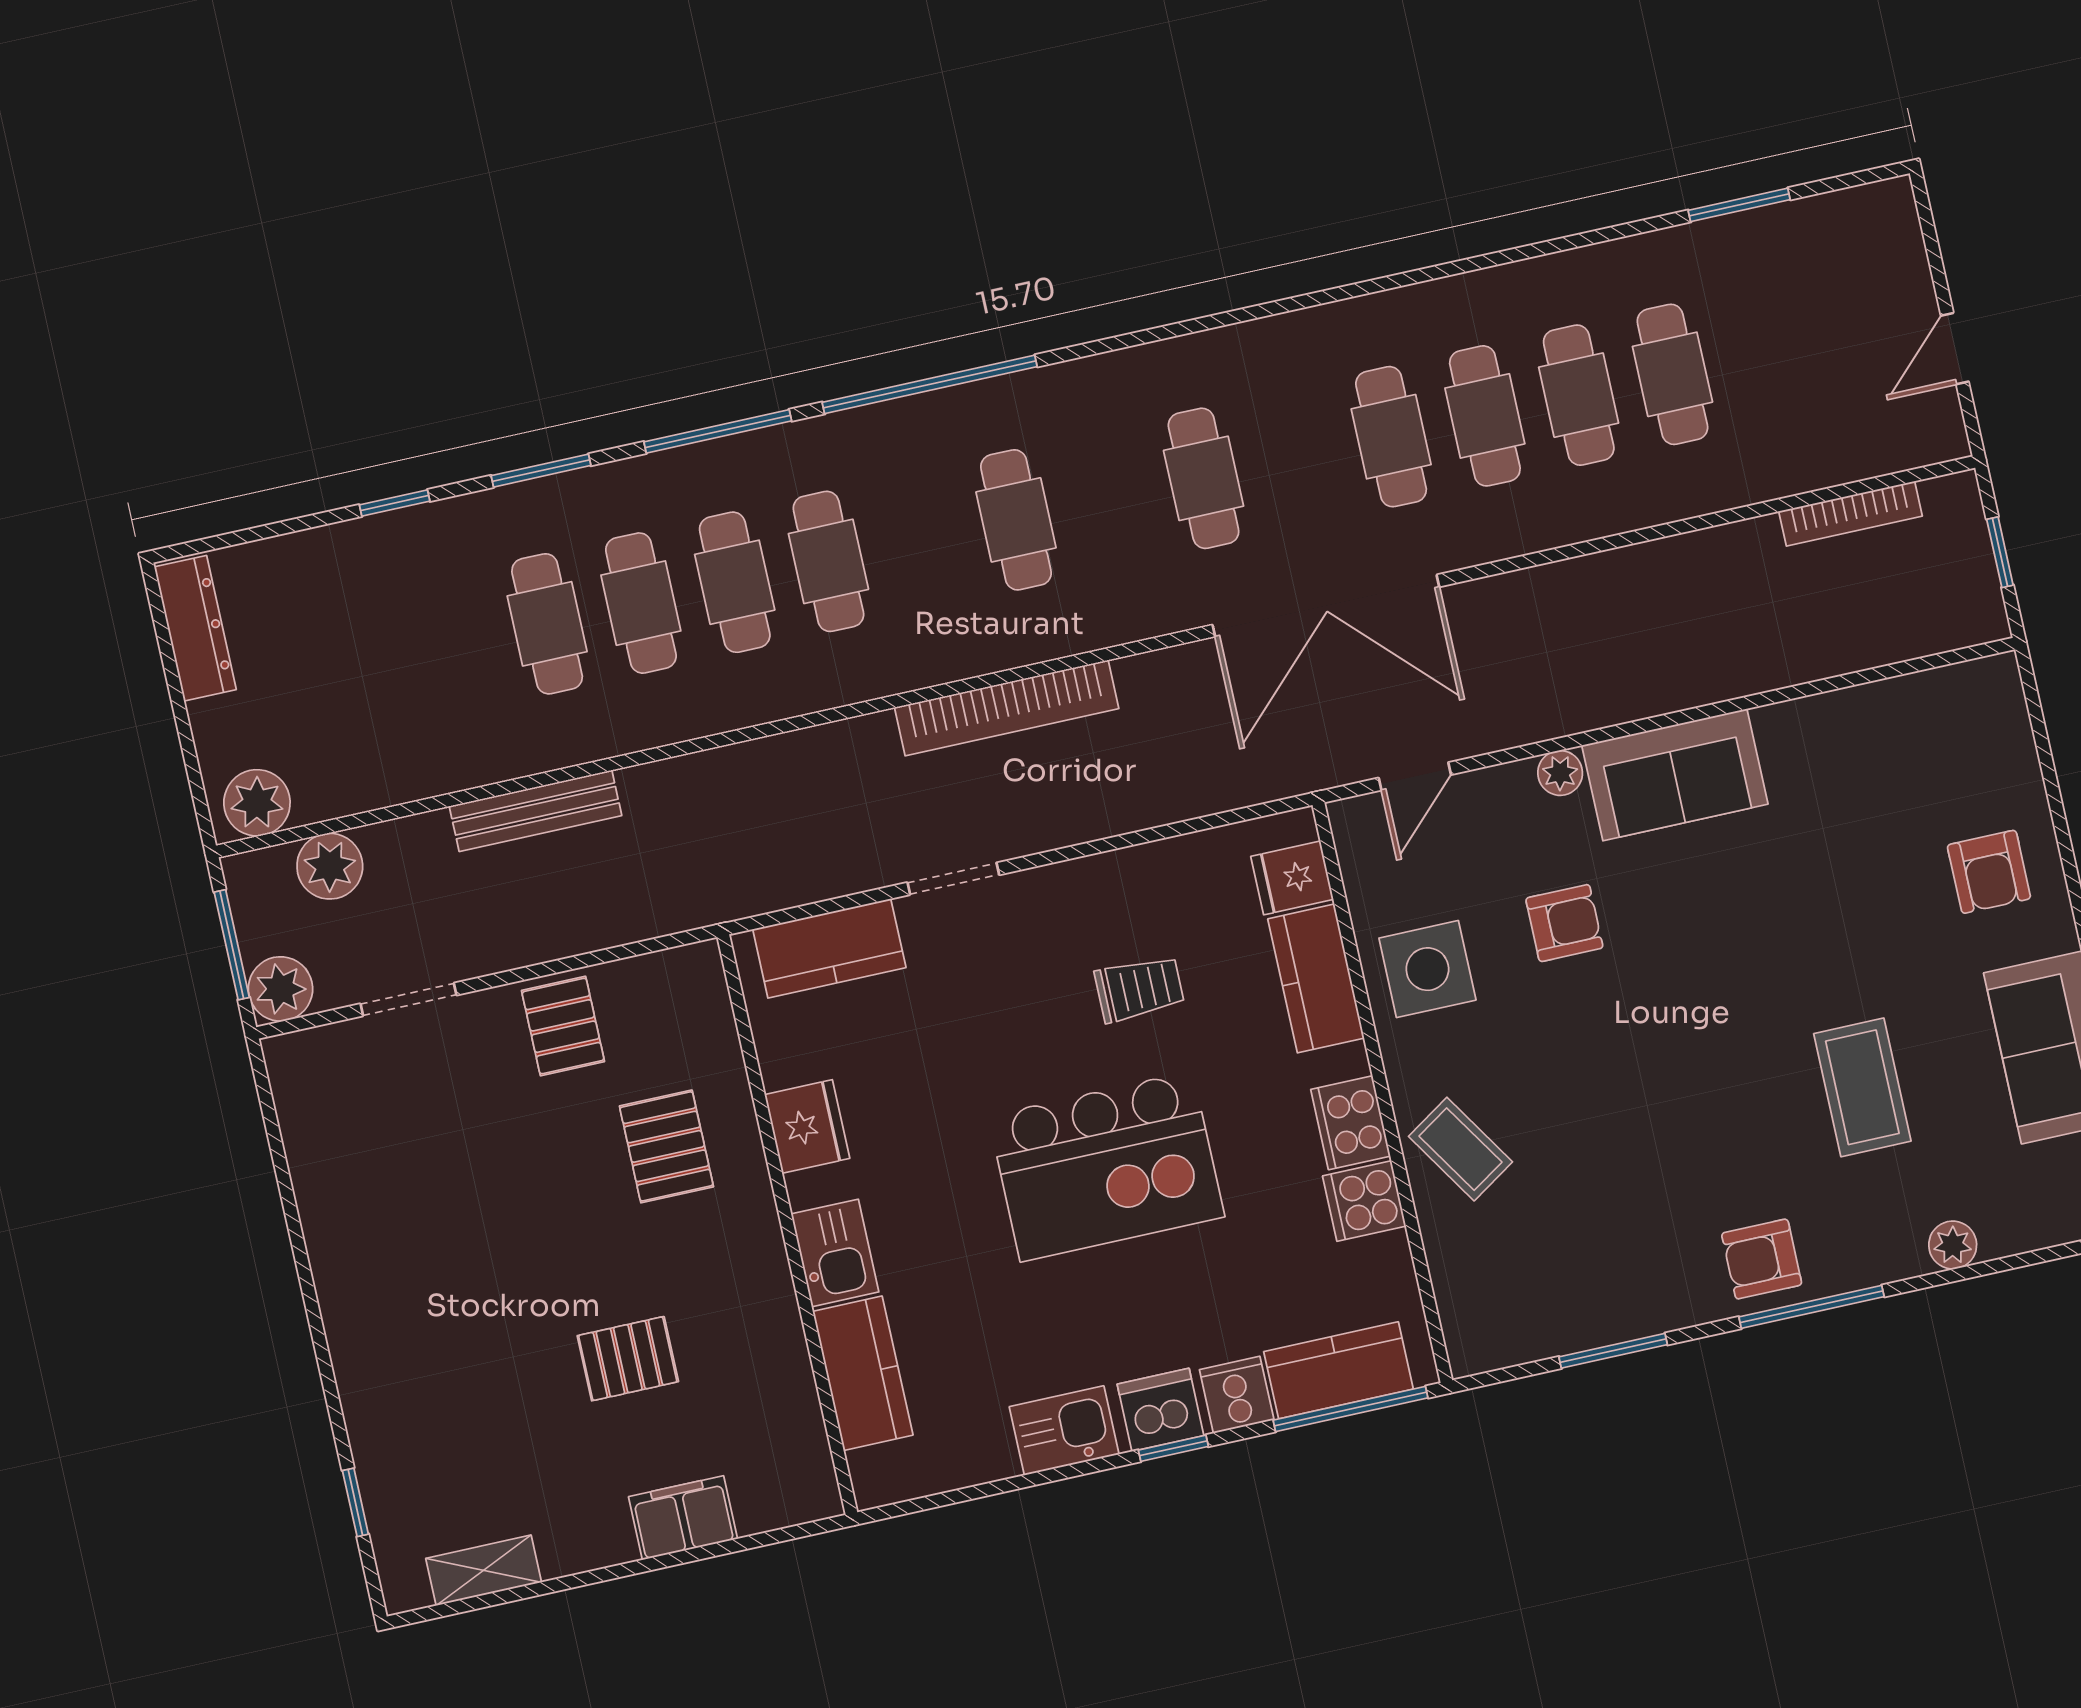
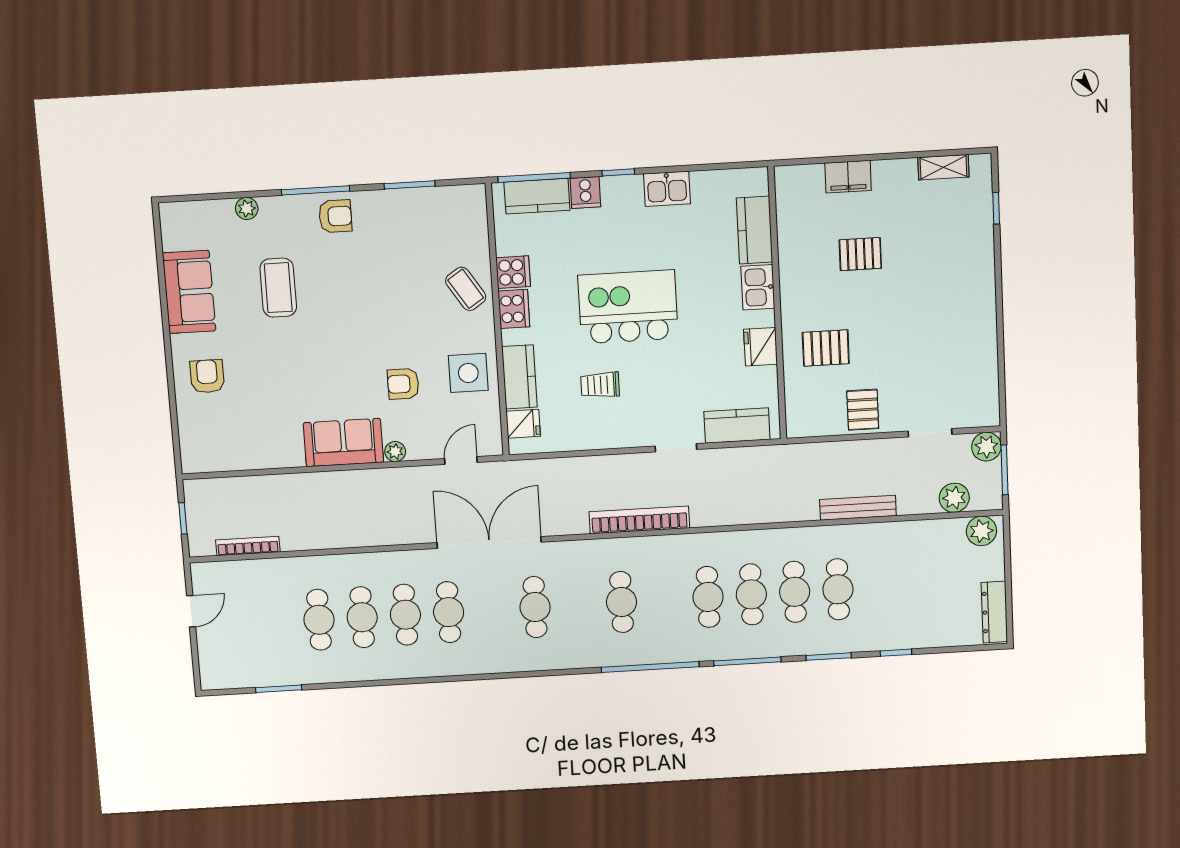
pallet: (666, 1146) -> (826, 348), turned 90
dishwasher: (1160, 1410) -> (621, 191), removed

